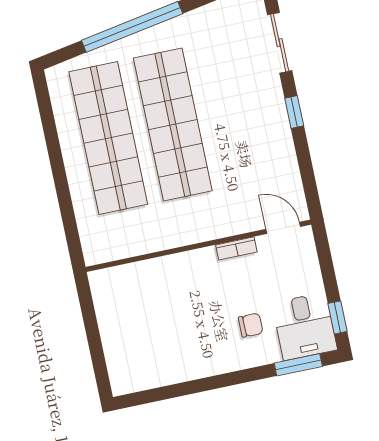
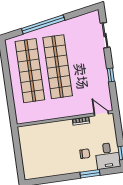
window: (294, 112) -> (111, 75), moved
window: (298, 365) -> (90, 174), moved

